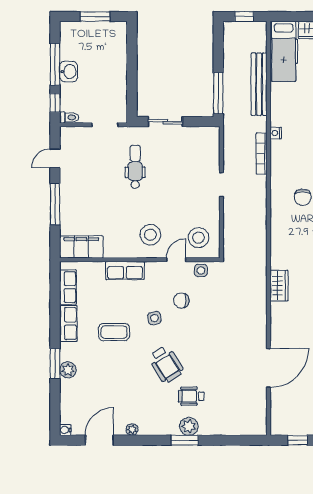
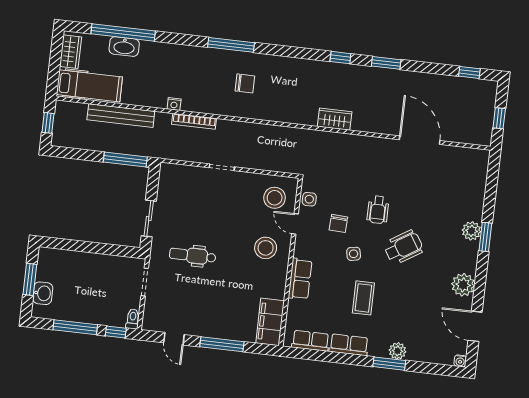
washbasin: (69, 72) -> (43, 293), moved, turned 90
wheelchair: (191, 396) -> (378, 210), moved
plant: (132, 430) -> (463, 285), width x1.88, depth x1.88

